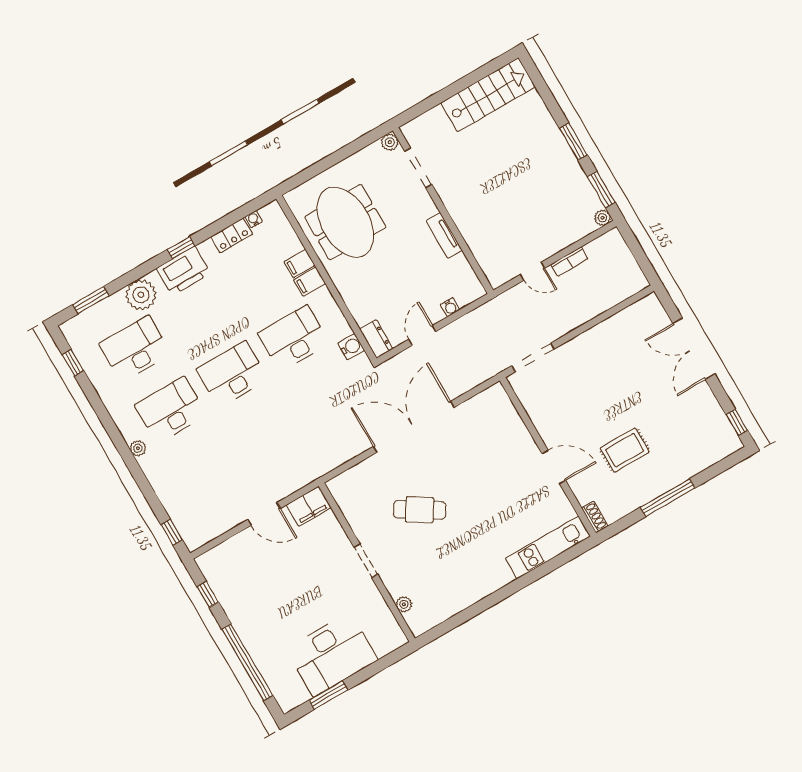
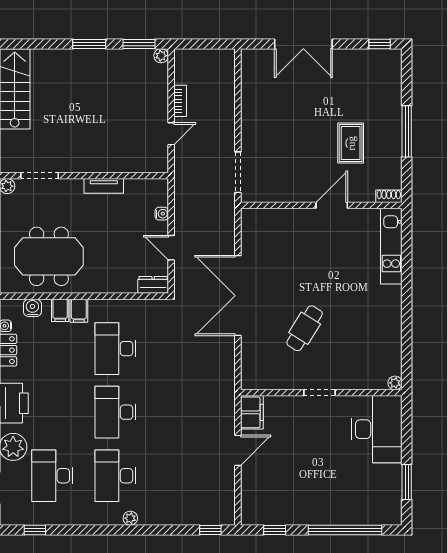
water cooler: (351, 347) -> (32, 308), moved
plant: (404, 604) -> (395, 383), moved
desk: (332, 654) -> (377, 429), moved

